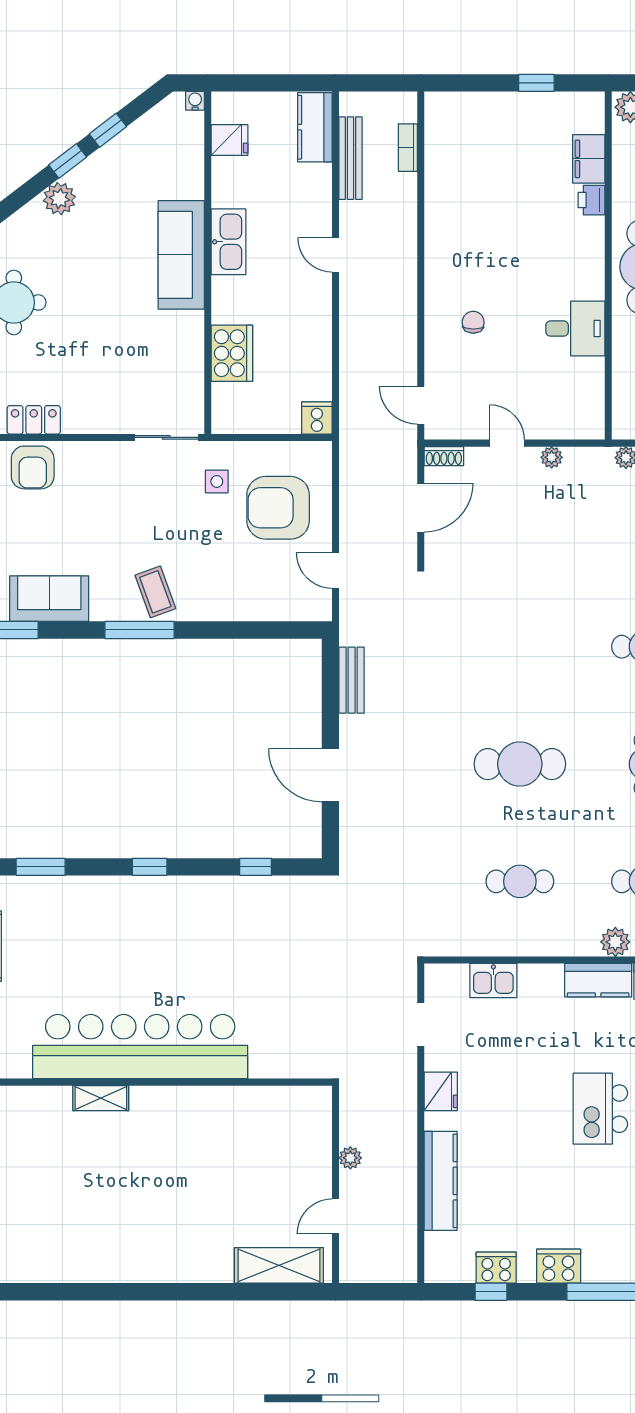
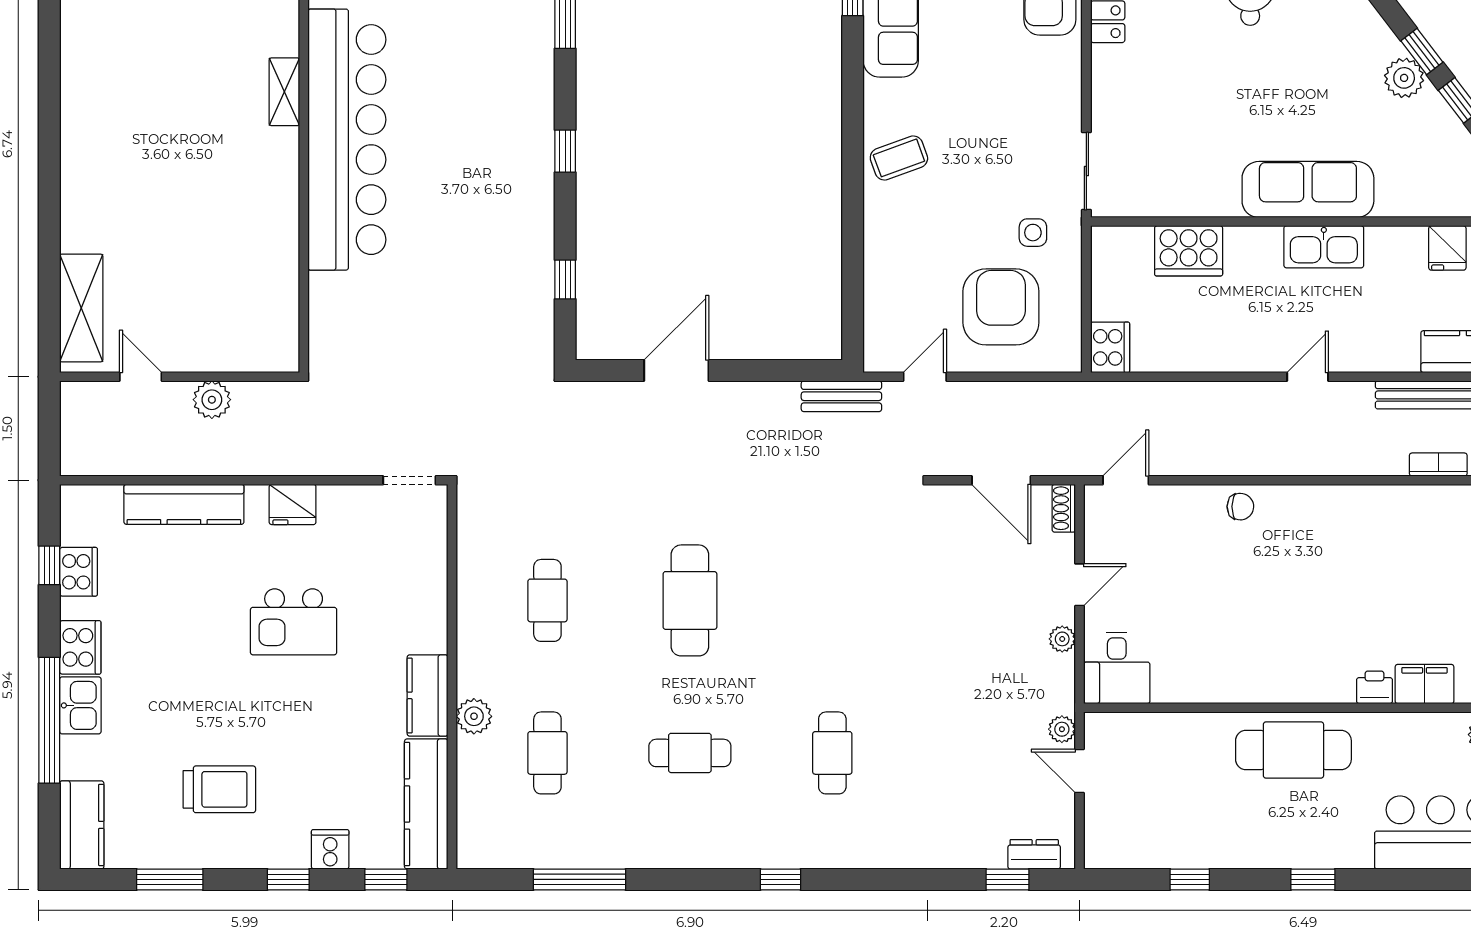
plant: (59, 199) -> (1404, 78), moved
chair: (473, 322) -> (1240, 507), moved
desk: (575, 329) -> (1117, 668), moved
cooker: (317, 418) -> (1110, 347), width x1.36
window: (139, 630) -> (853, 139), removed
bench: (352, 680) -> (841, 396), moved
kitchen sink: (493, 980) -> (80, 705), moved, turned 180
doorway: (421, 1024) -> (409, 480), moved
kitchen island: (600, 1109) -> (294, 622), moved, turned 180
plant: (350, 1158) -> (212, 400), width x1.38, depth x1.38

